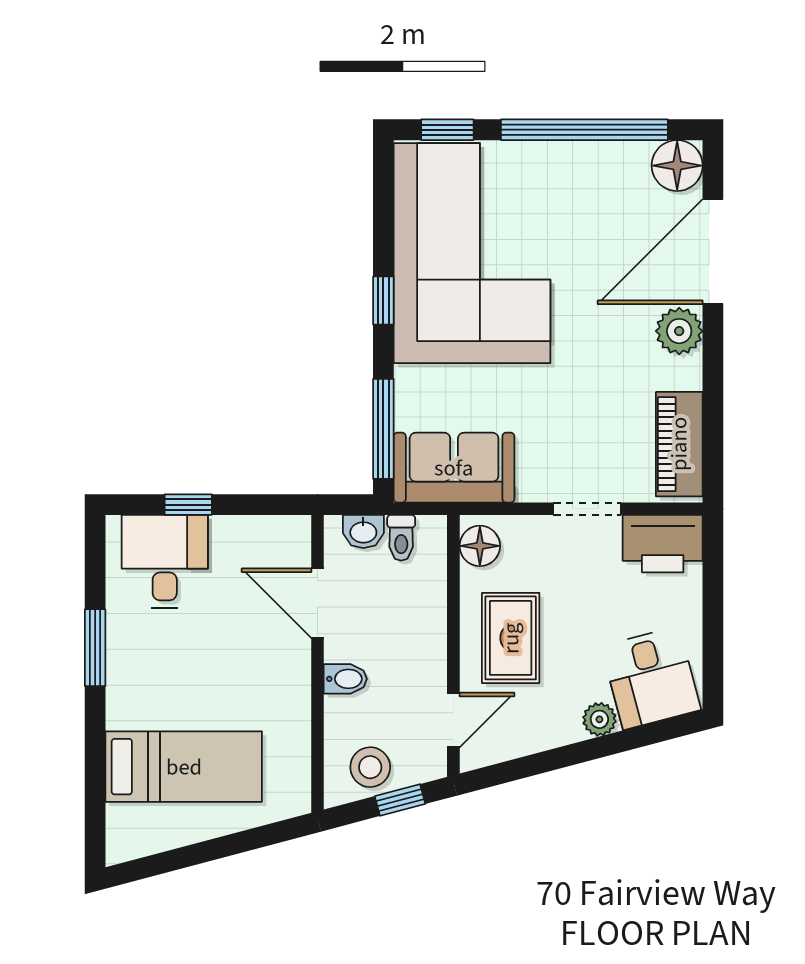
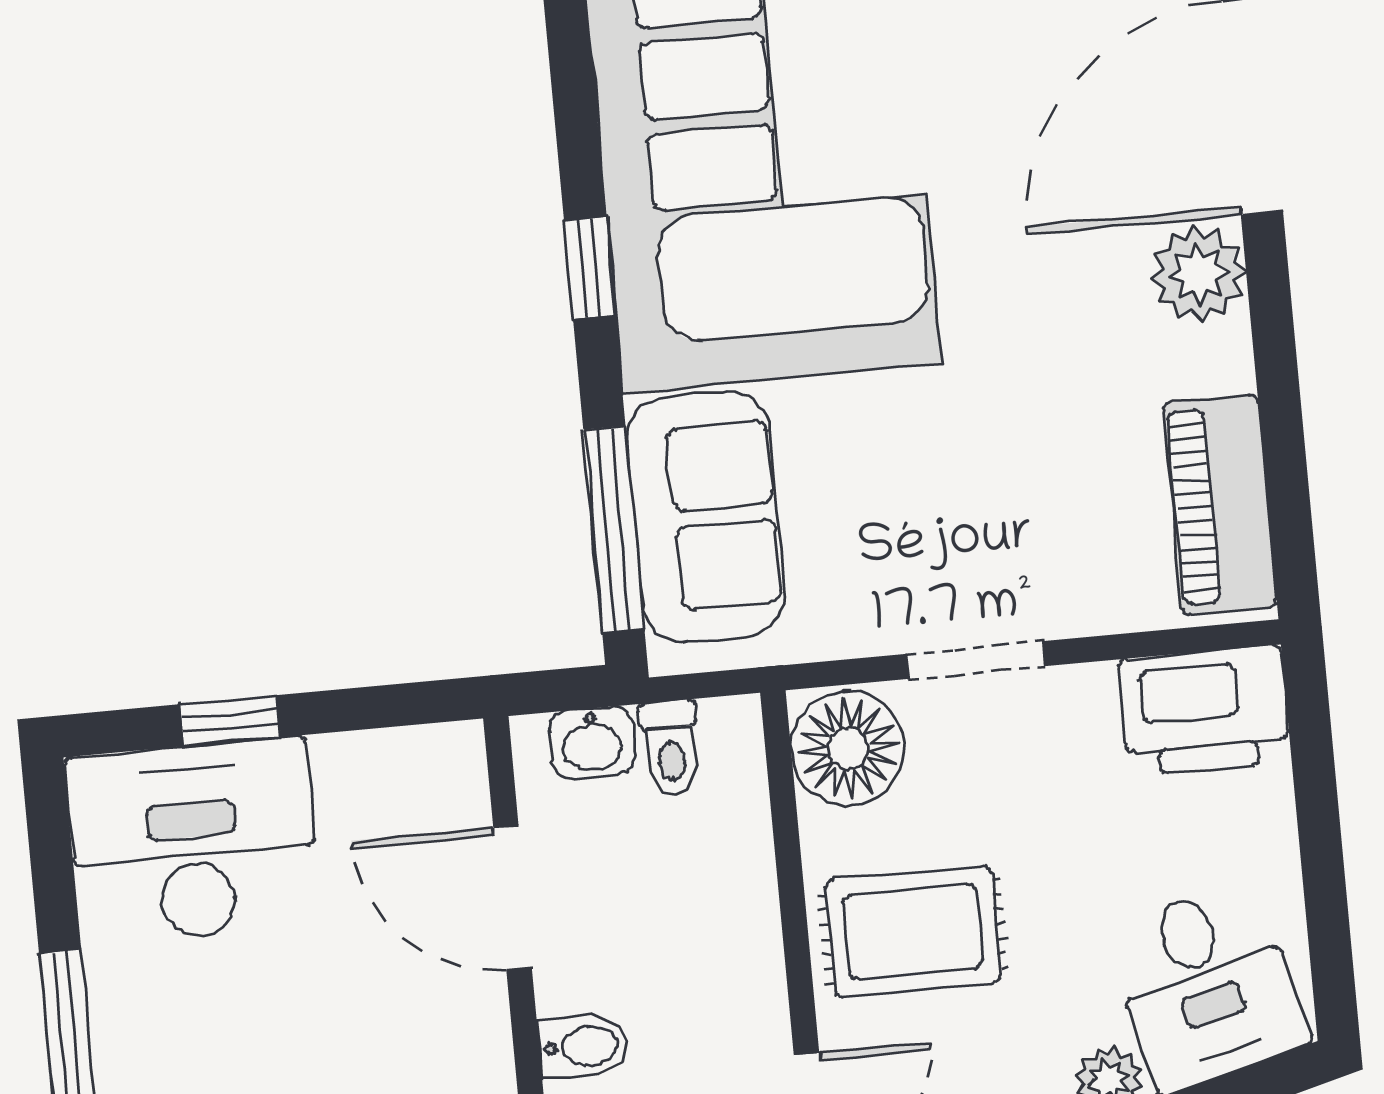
sofa: (454, 468) -> (706, 517), moved, turned 90
doorway: (587, 509) -> (976, 660), moved
floor lamp: (480, 546) -> (848, 748), width x1.38, depth x1.38
desk: (165, 561) -> (193, 841), width x1.37
rug: (511, 638) -> (913, 932), turned 90

